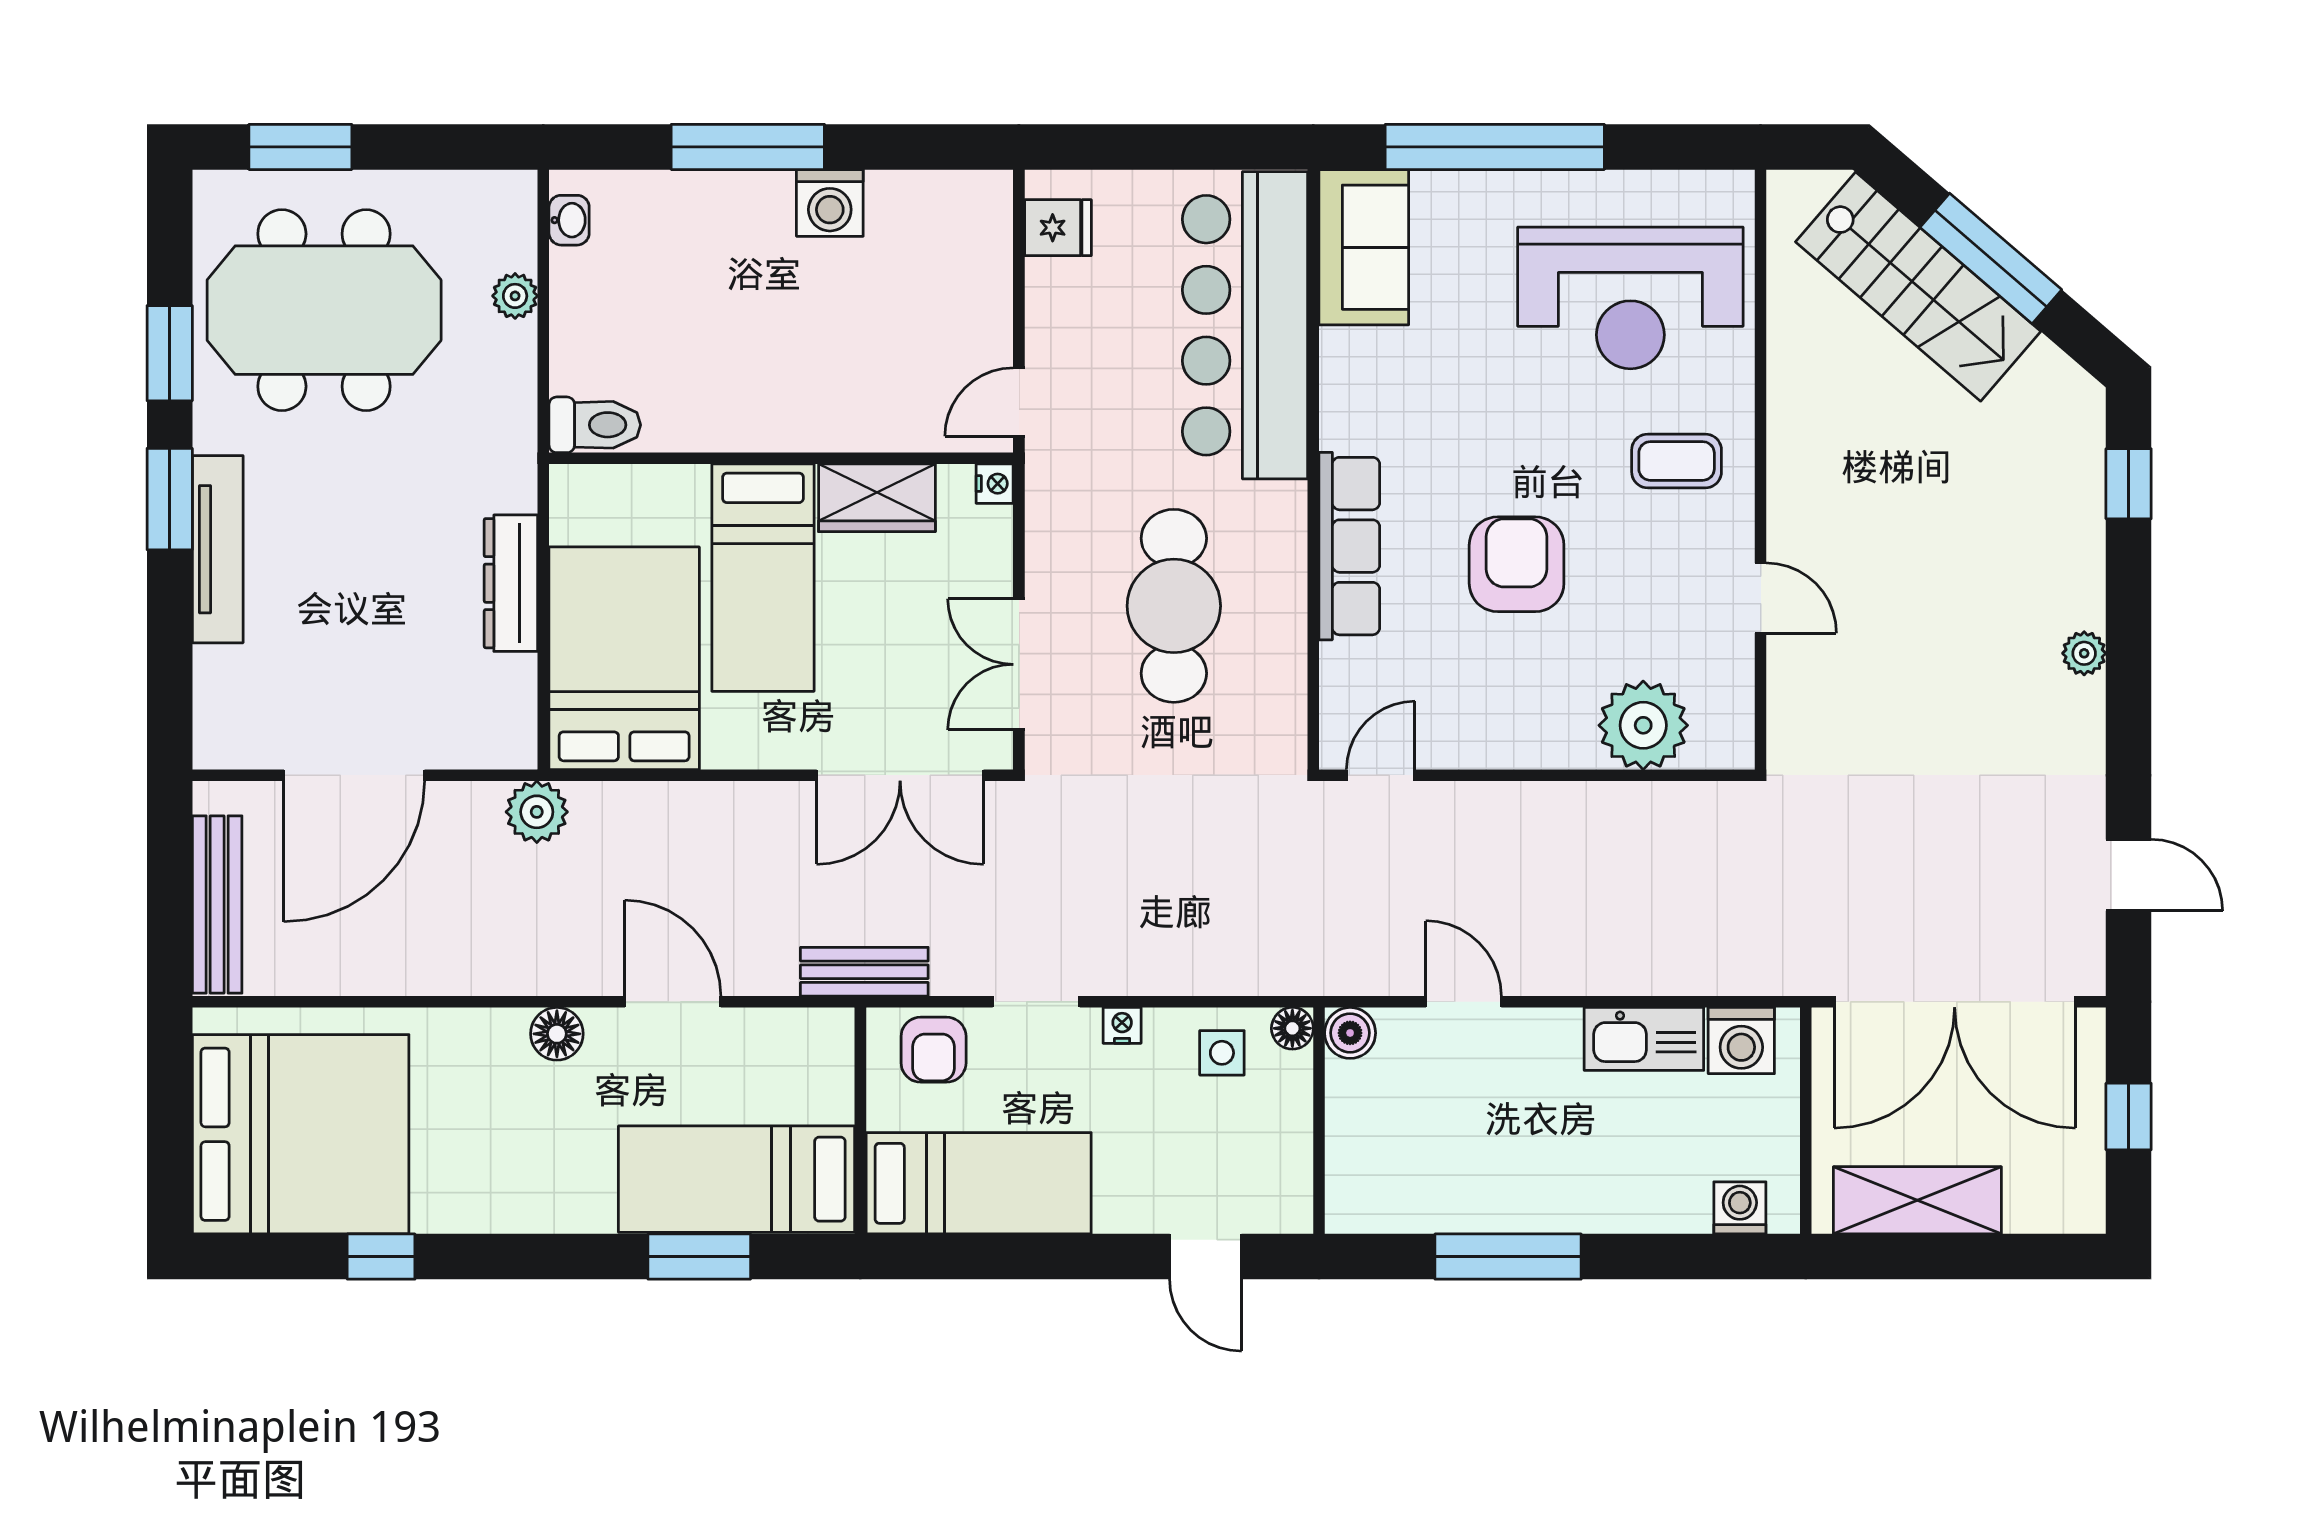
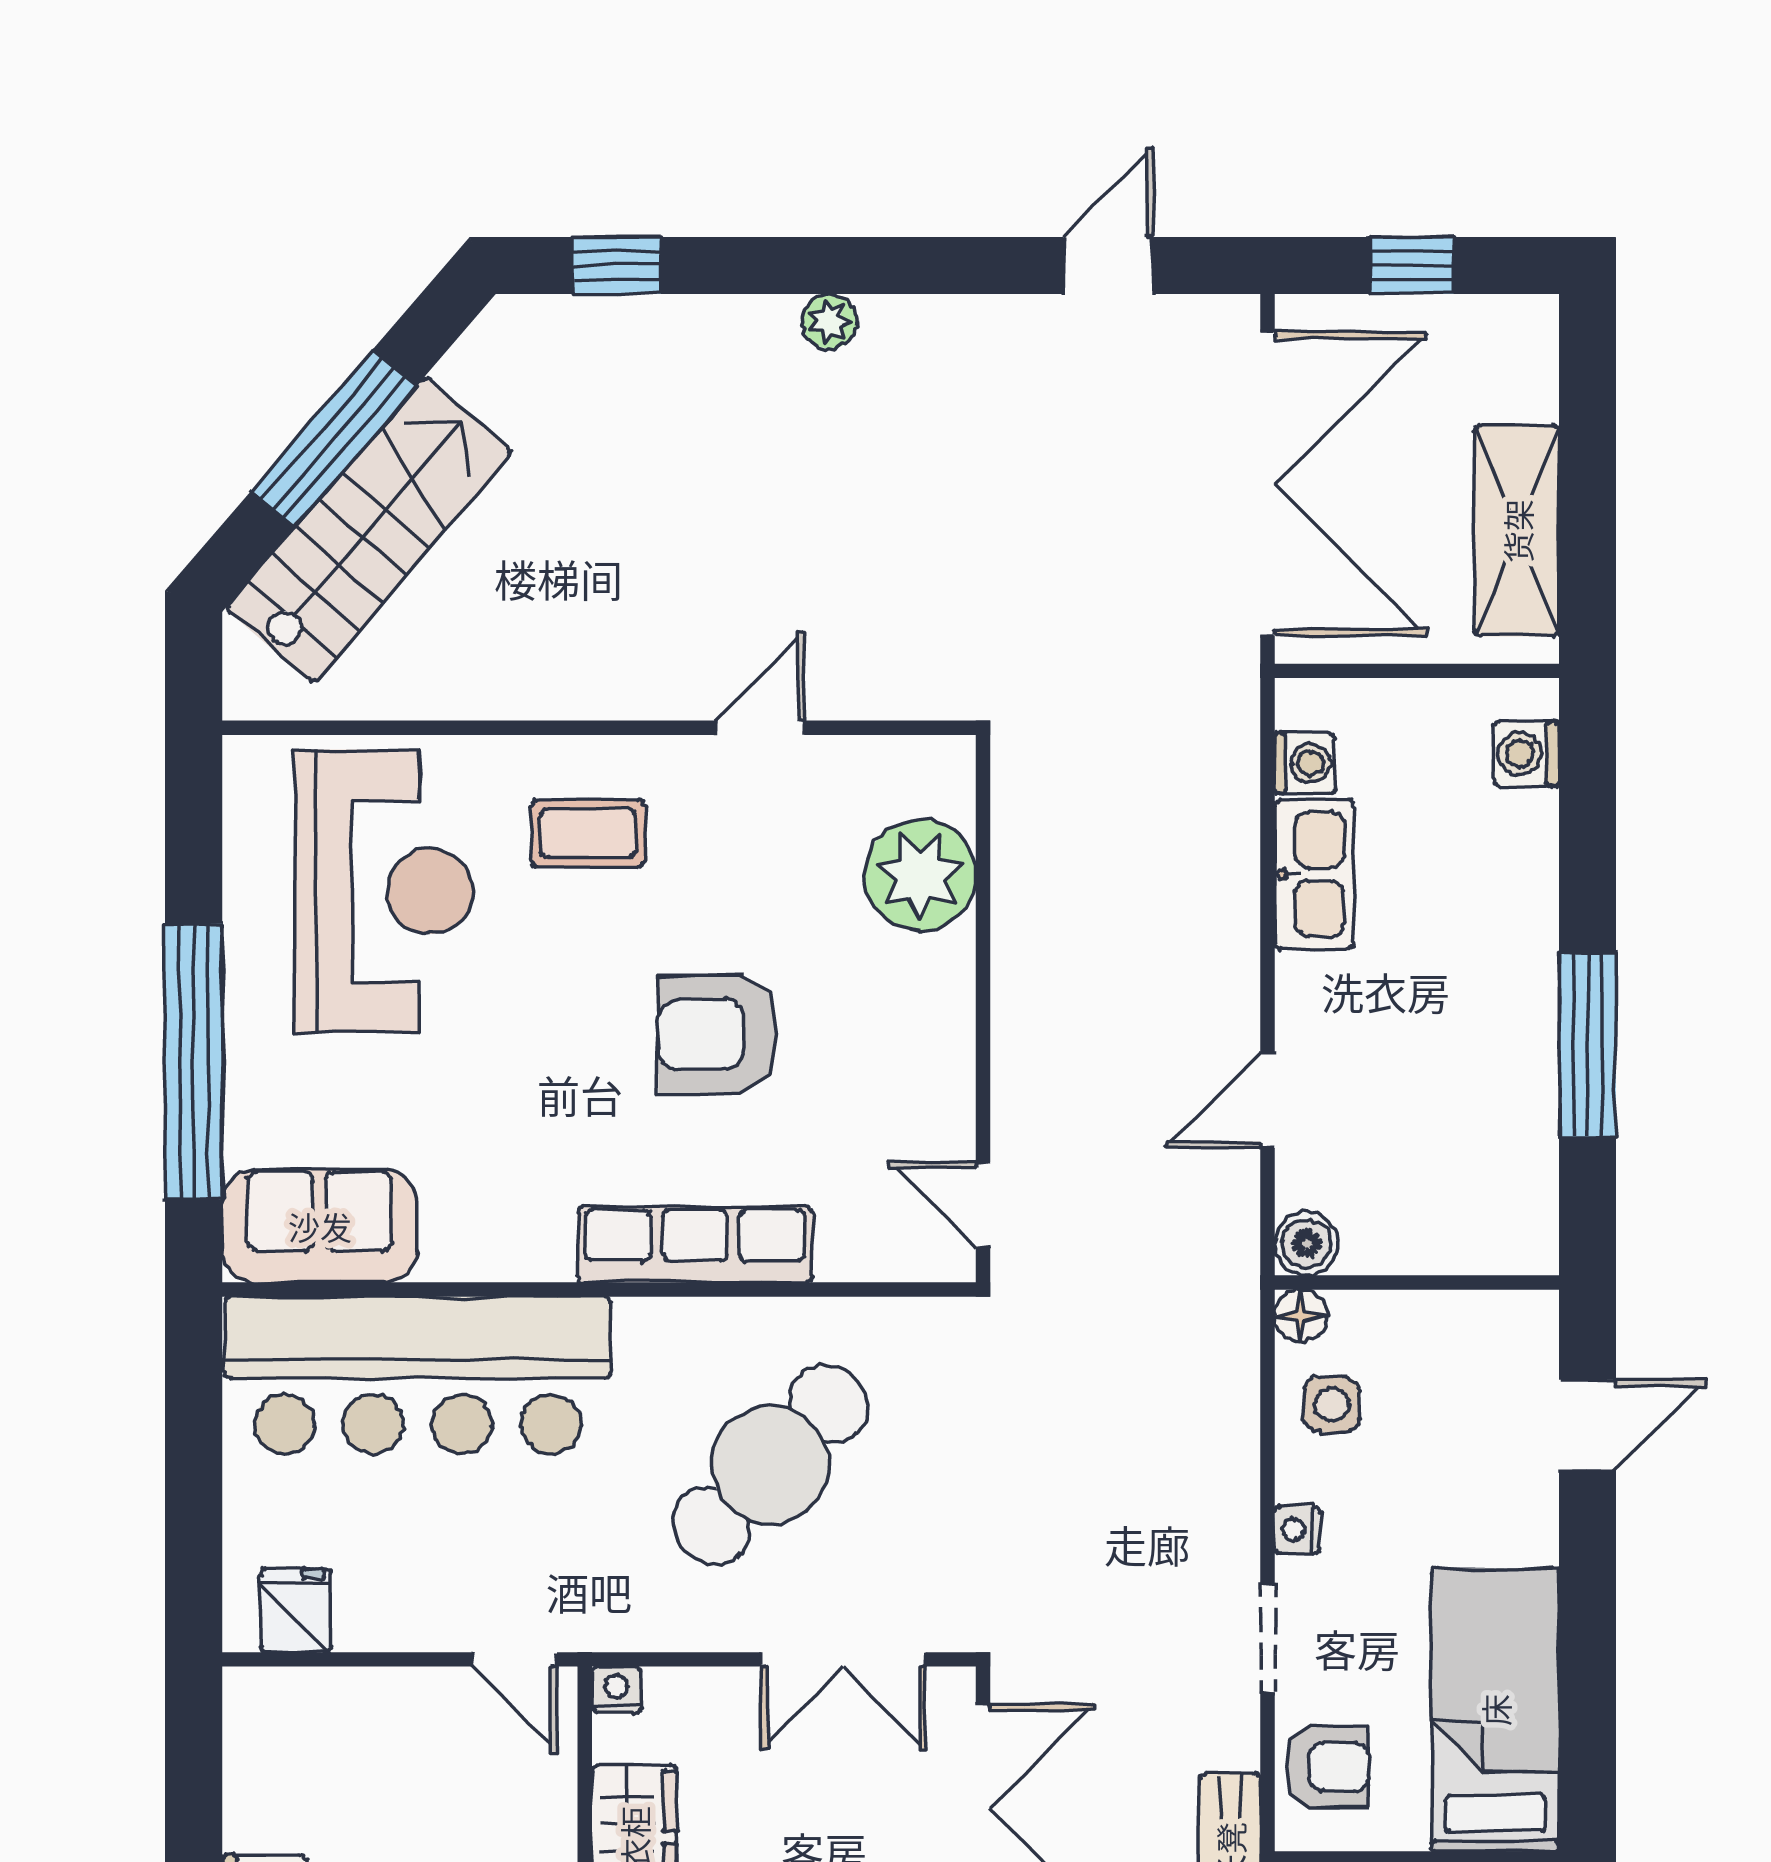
coffee table: (1677, 461) -> (588, 833), turned 90
cafe table: (1174, 606) -> (770, 1465), turned -46
washing machine: (1741, 1041) -> (1305, 763), width x0.73, depth x0.73

